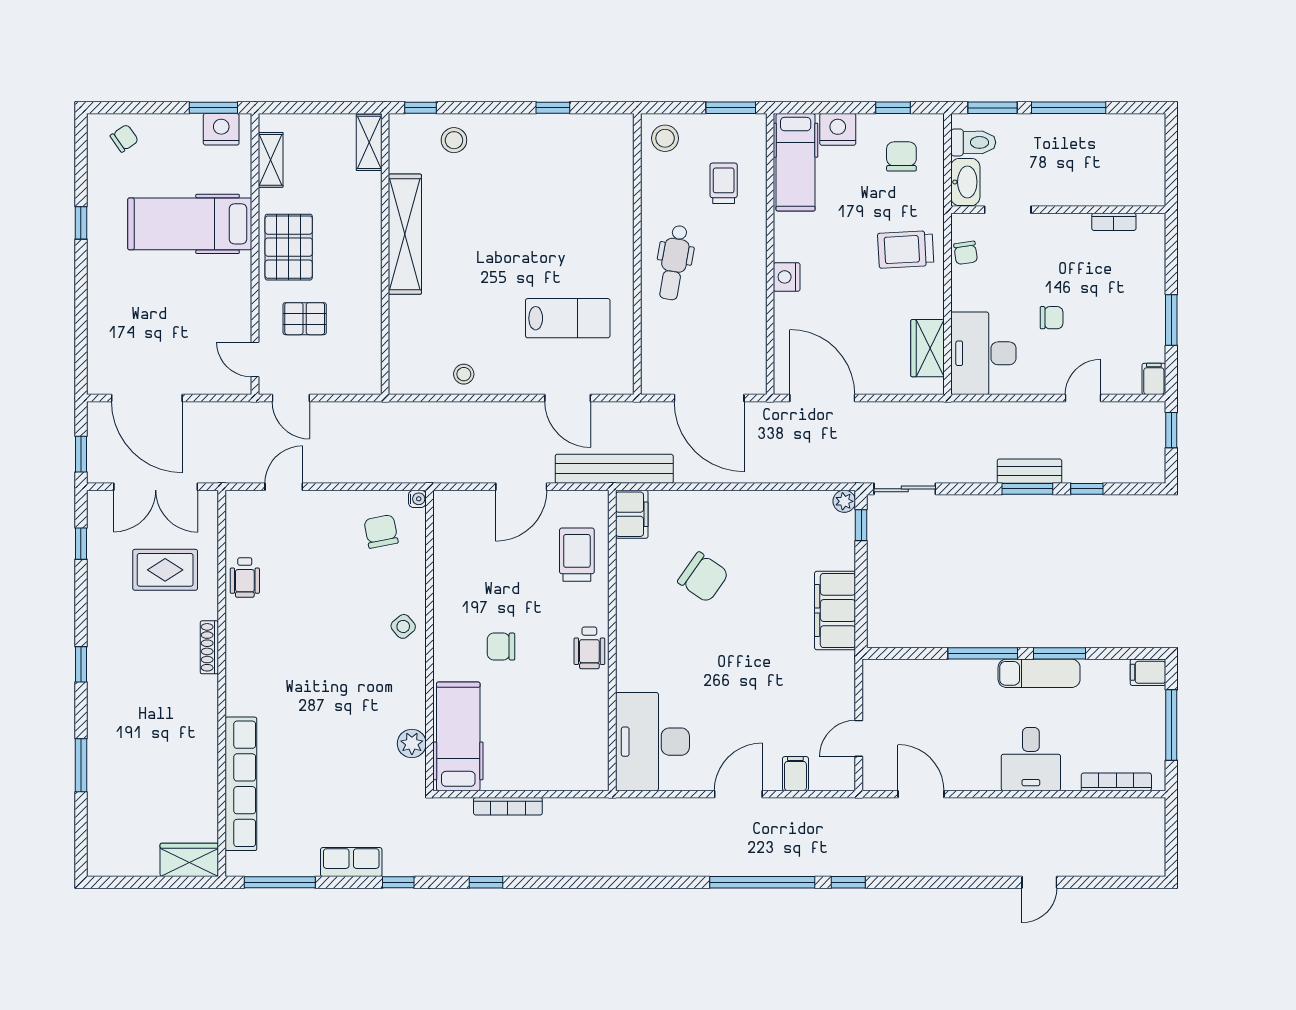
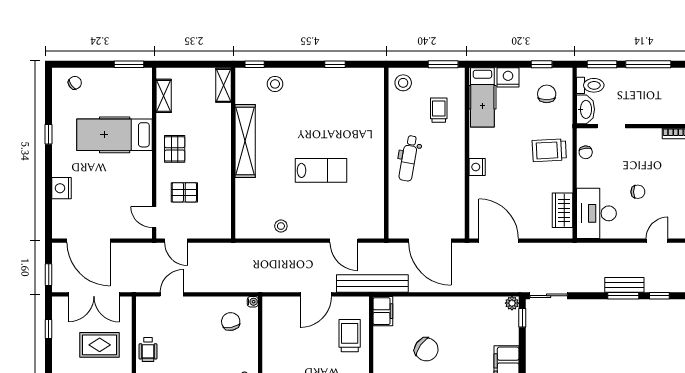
nightstand: (221, 129) -> (62, 188), moved, turned -90
pallet: (289, 247) -> (175, 149), width x0.67, depth x0.71
lab bench: (568, 318) -> (321, 170), moved

